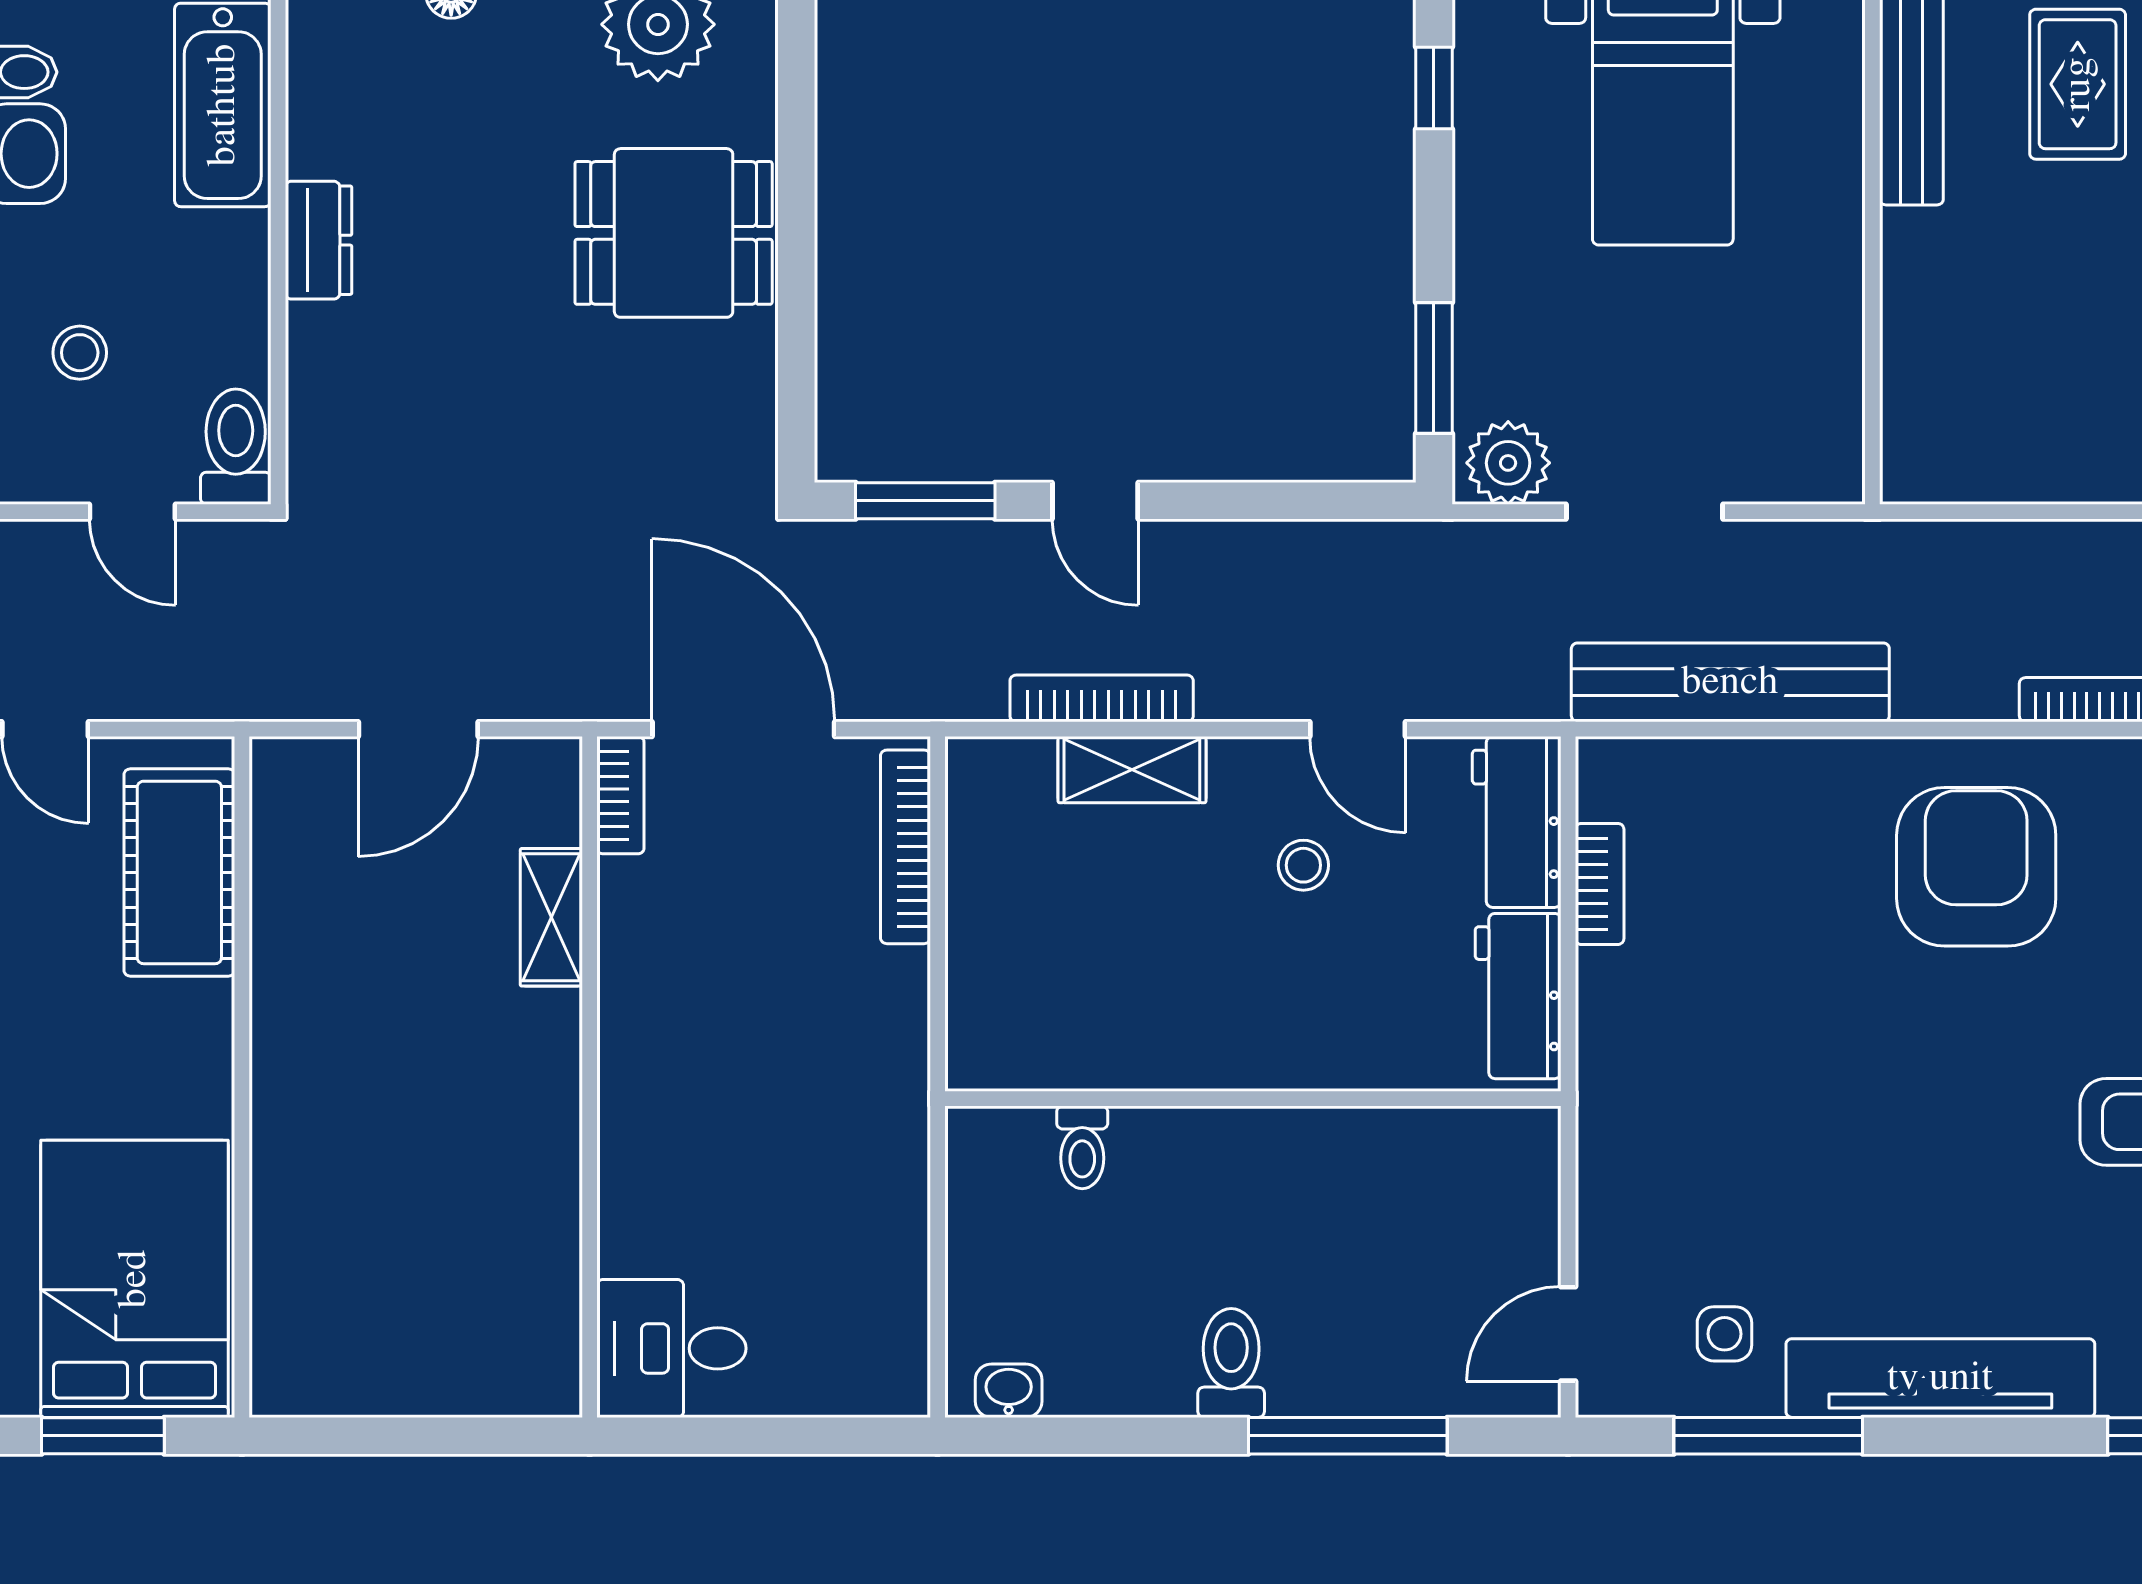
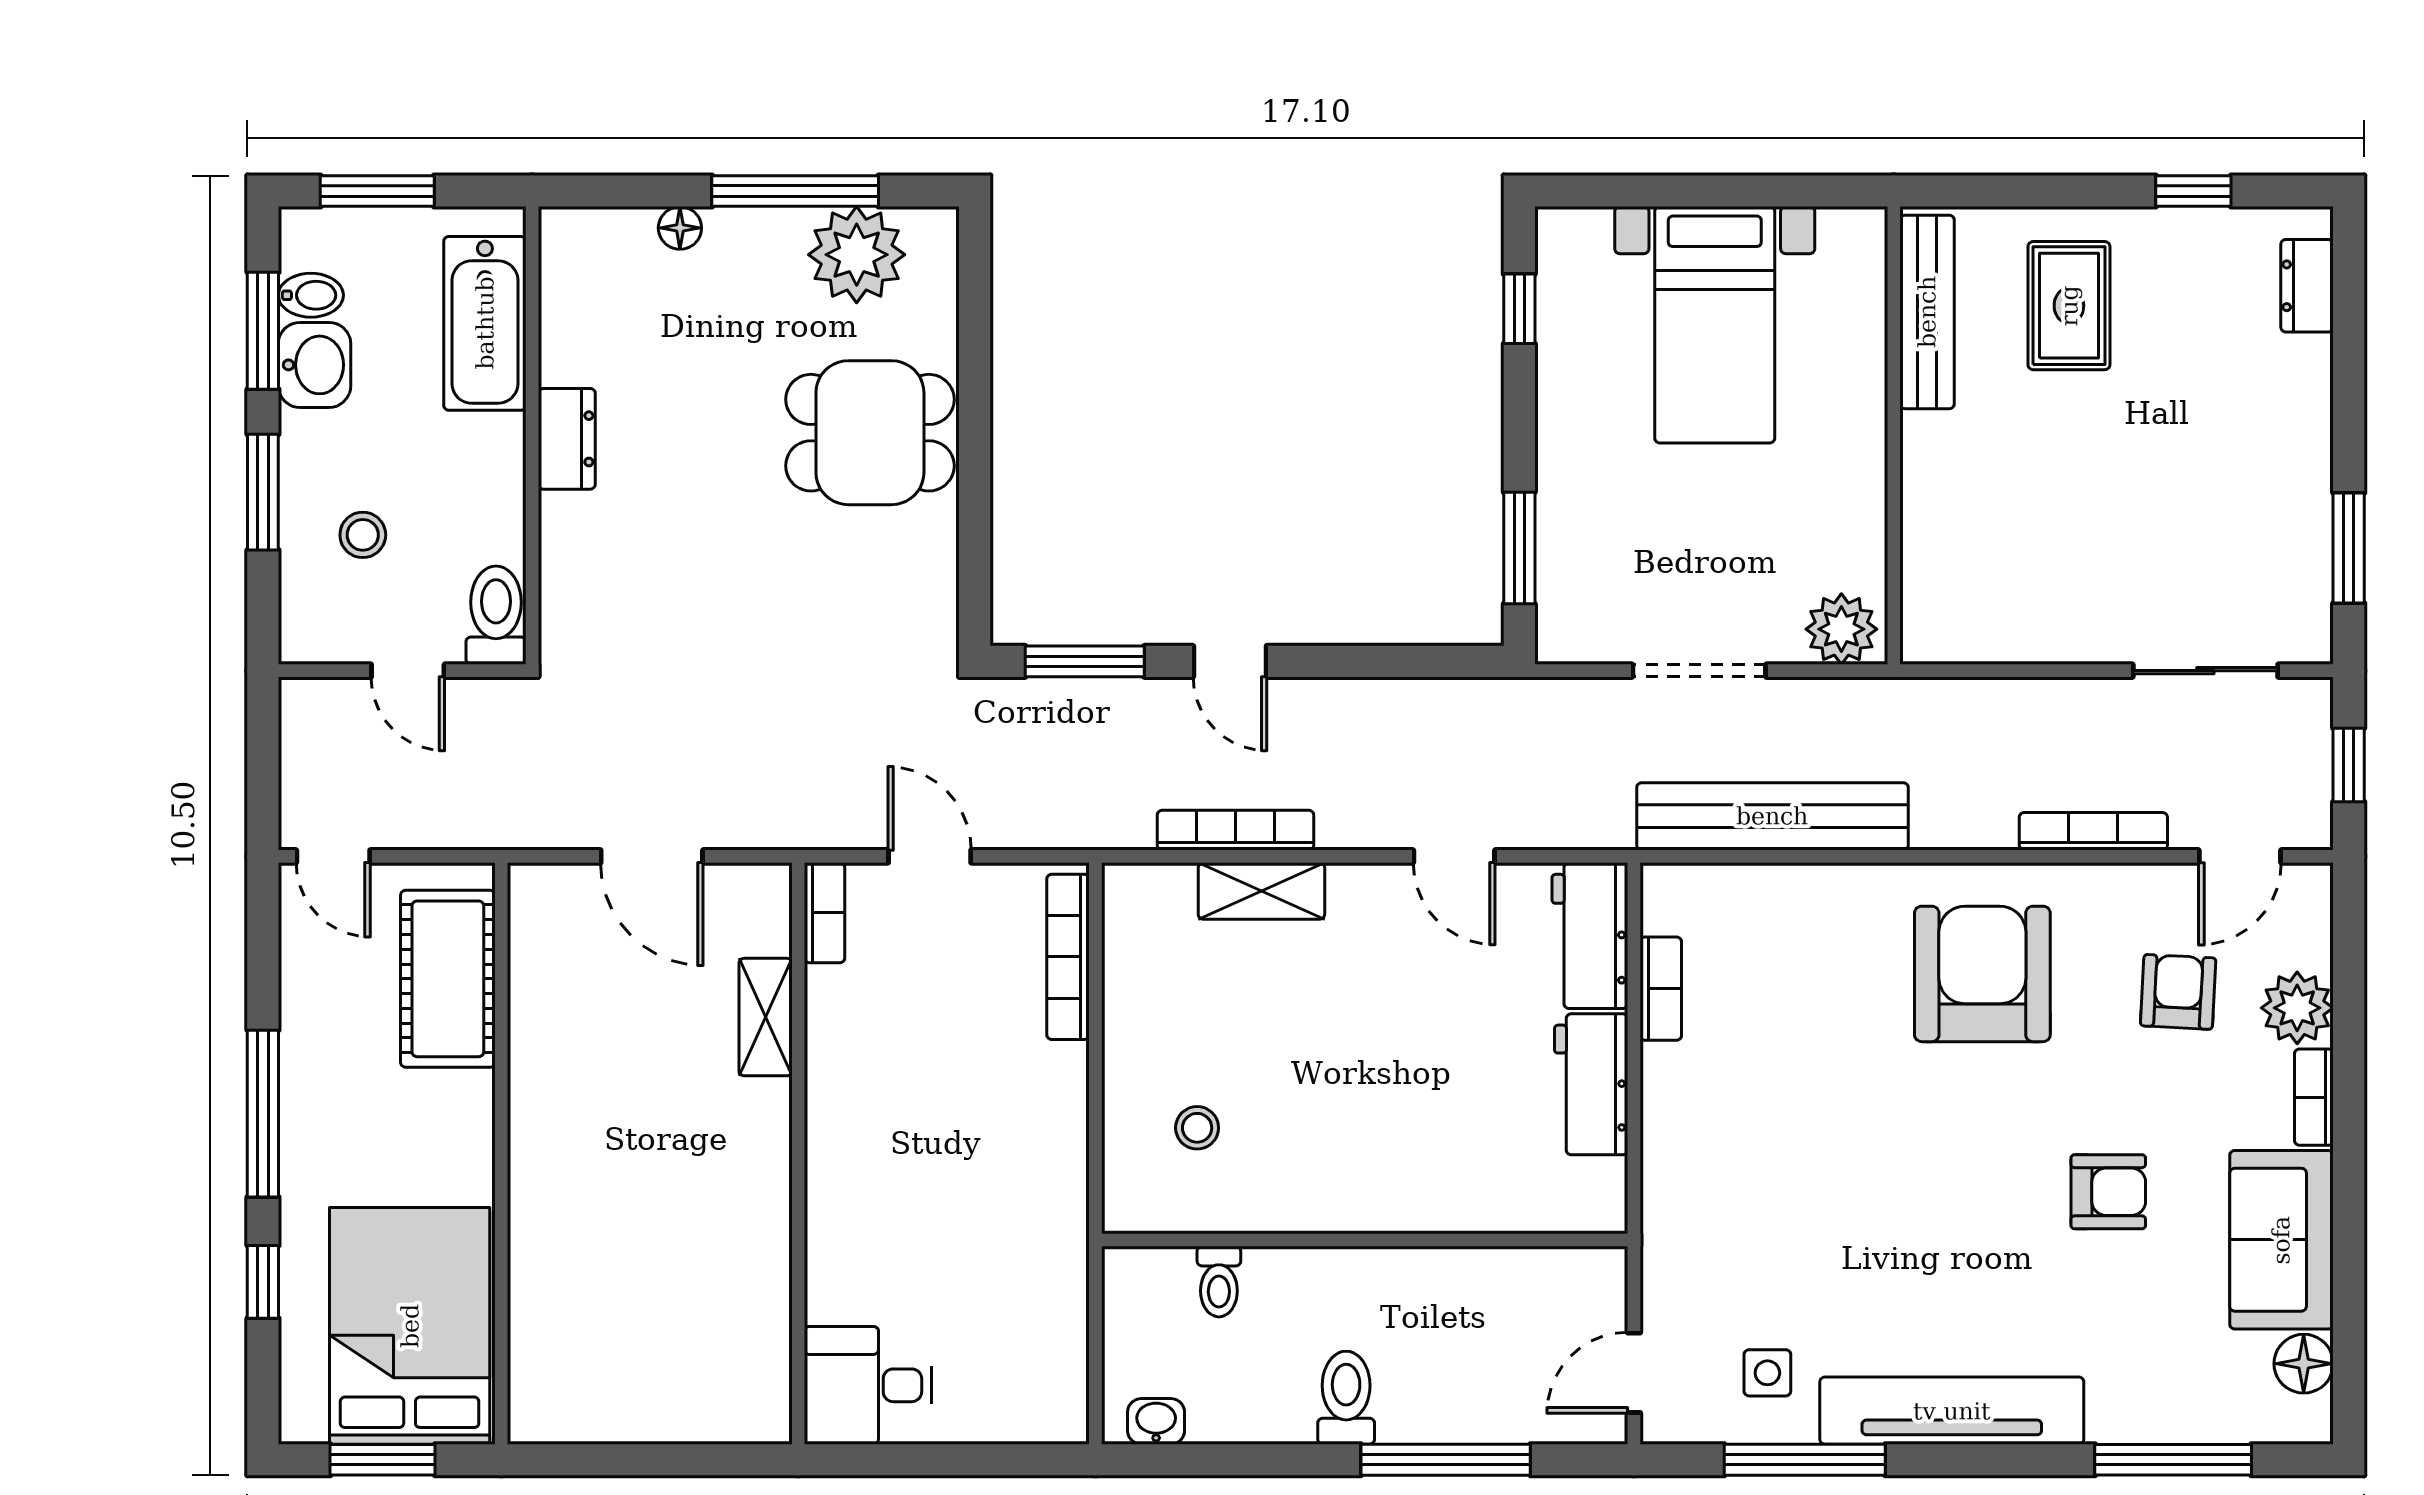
plant: (1508, 463) -> (1841, 629), moved
door: (418, 729) -> (652, 856), hinge flipped
door: (743, 729) -> (930, 856), width x0.53
stool: (1303, 865) -> (1197, 1128), moved
wall: (1253, 1099) -> (1365, 1240), moved
toilet: (1082, 1147) -> (1219, 1282), moved

